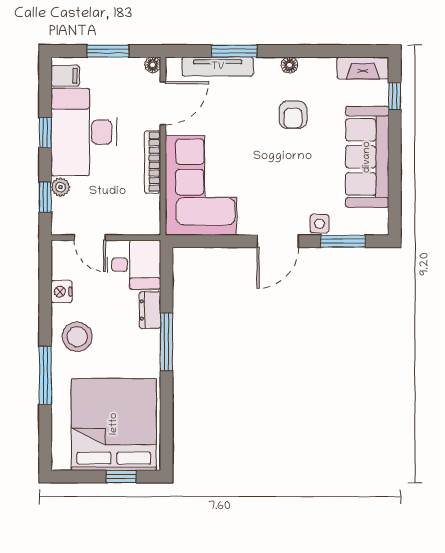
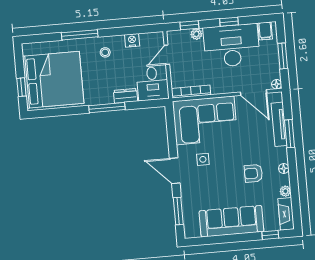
plant: (326, 66) -> (285, 191), added
bookcase: (152, 162) -> (191, 92), moved
side table: (319, 224) -> (203, 159), moved
stool: (77, 337) -> (105, 52), width x0.53, depth x0.53

